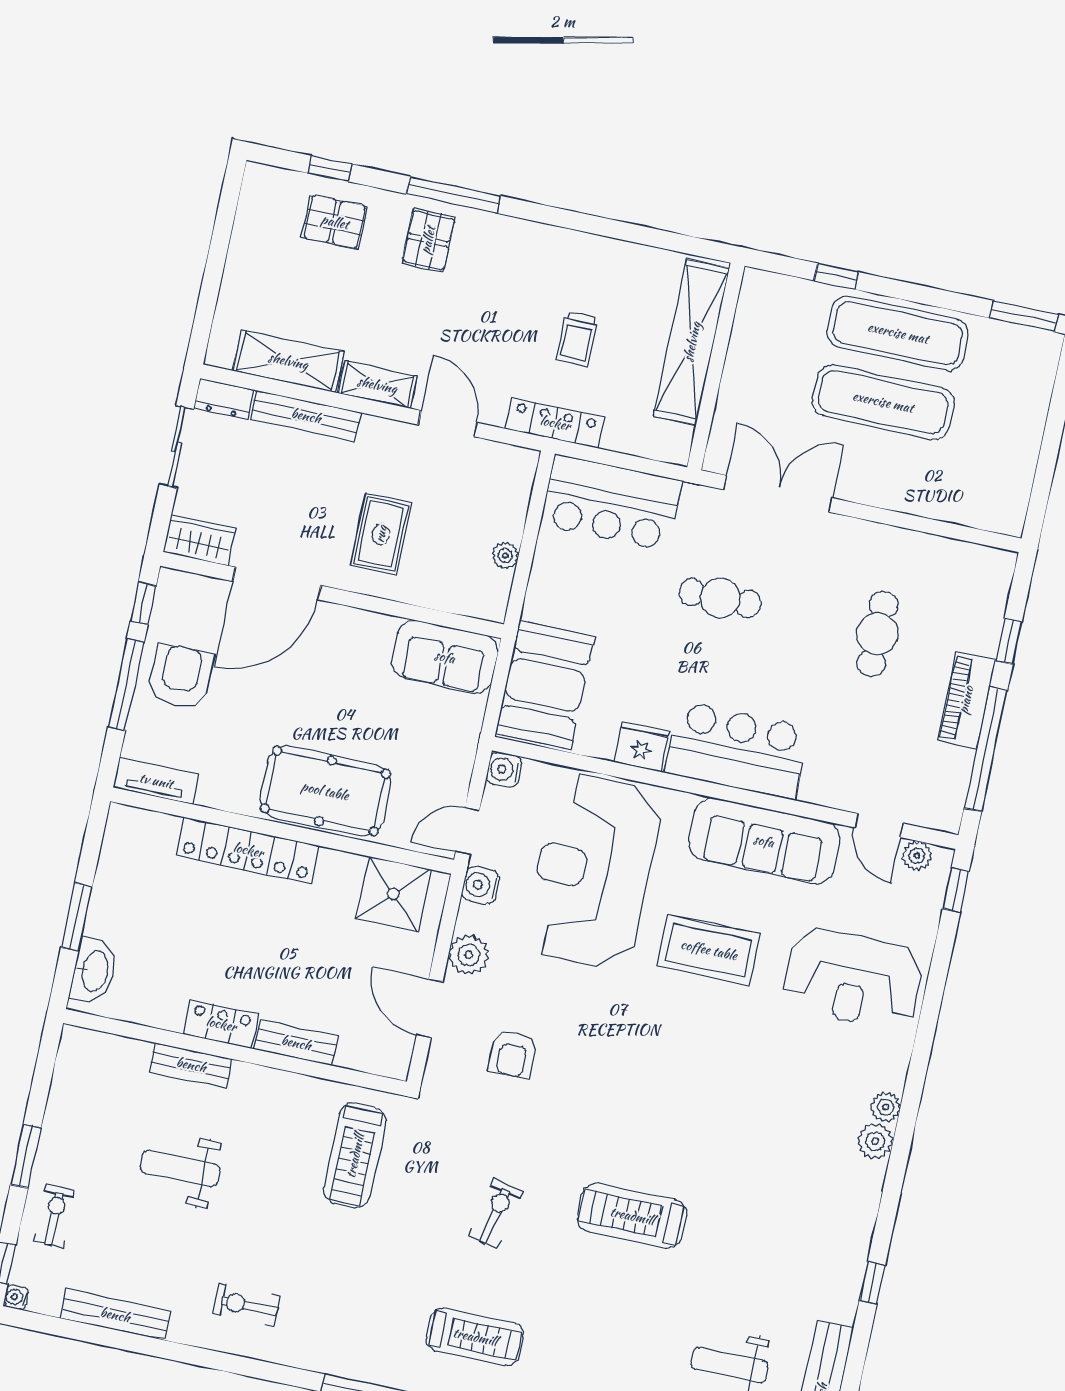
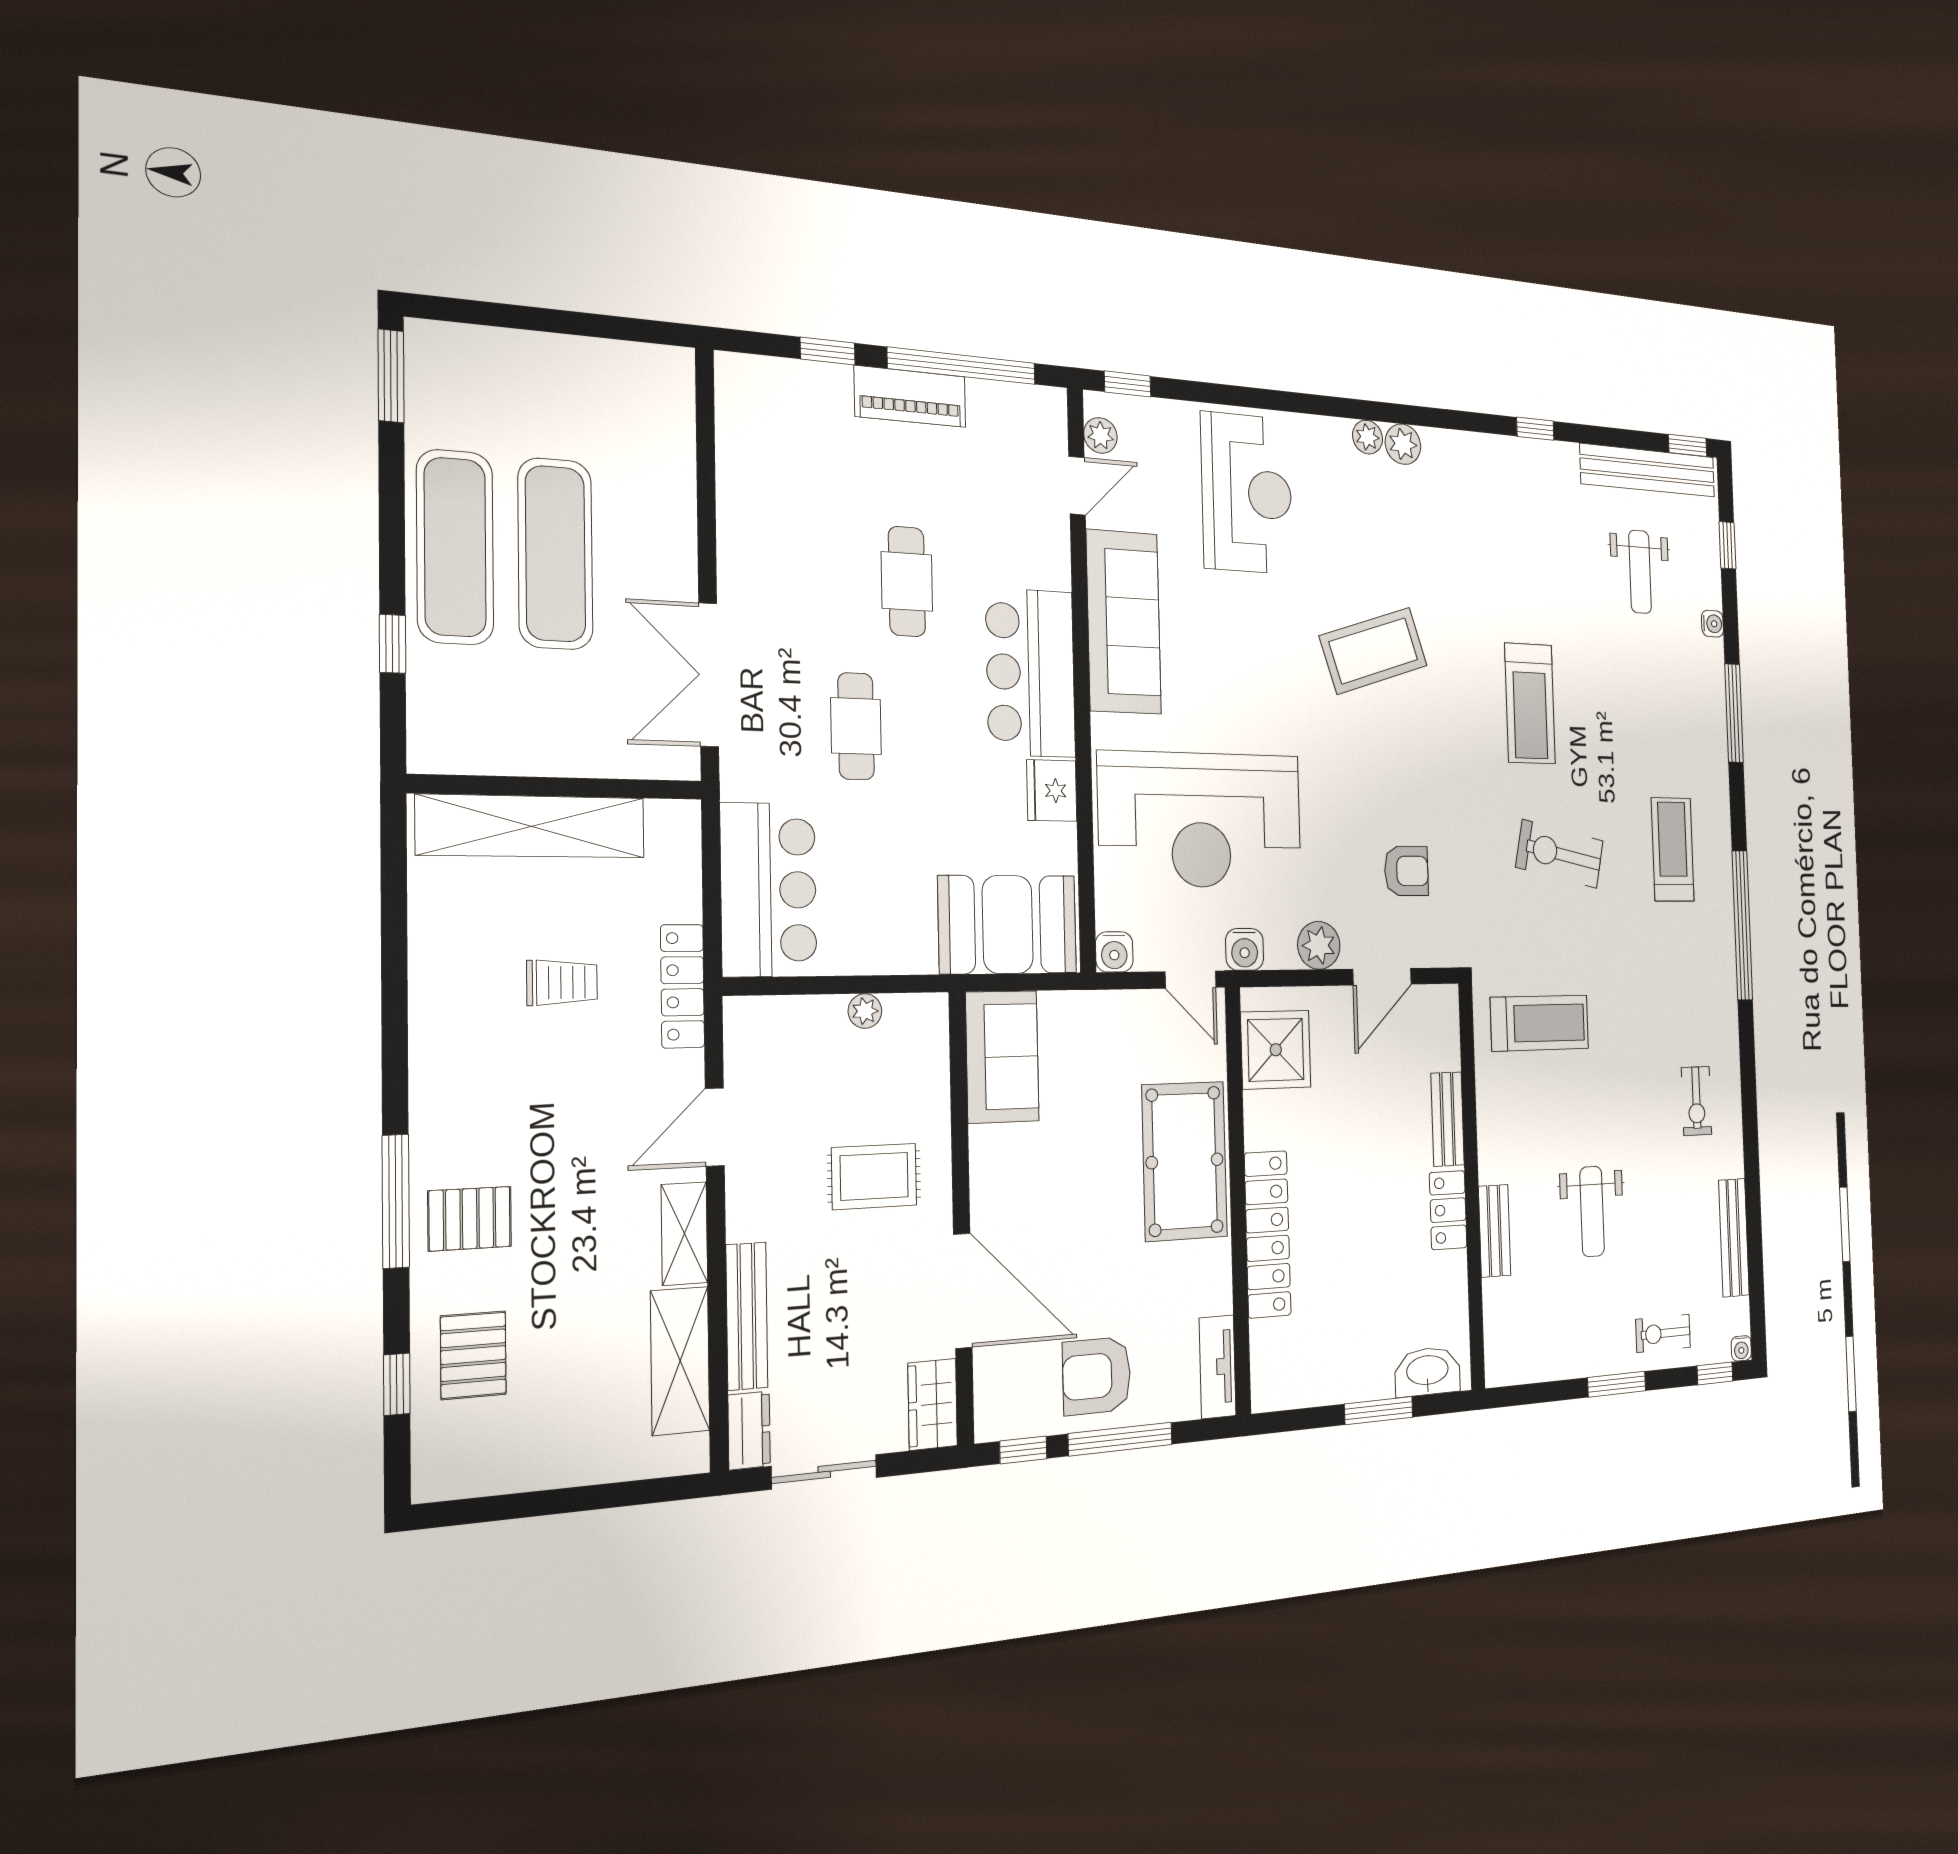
cafe table: (877, 634) -> (907, 581), moved, turned 90
coffee table: (709, 950) -> (1373, 651), moved, turned 72
exercise bike: (495, 1214) -> (1560, 854), width x1.38, depth x1.39

